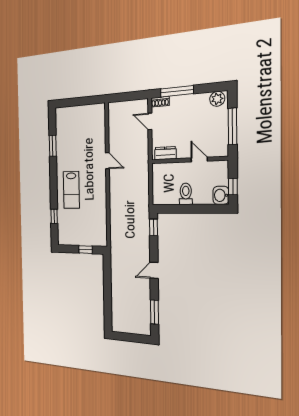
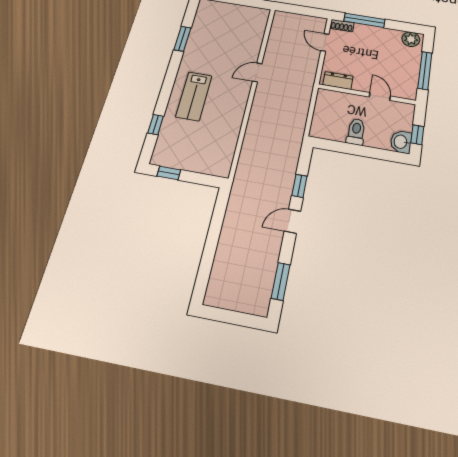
door: (107, 161) -> (257, 72), swing flipped
window: (153, 227) -> (299, 186), moved
window: (86, 250) -> (169, 173), moved

